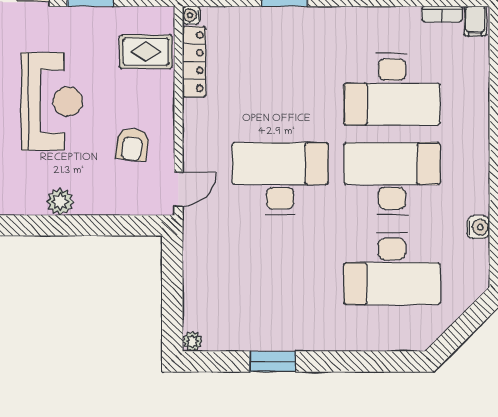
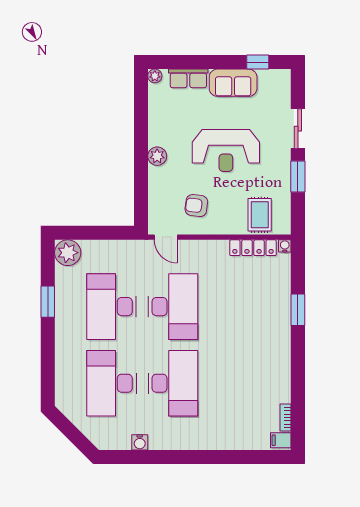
desk: (392, 89) -> (111, 307), moved
plant: (192, 341) -> (68, 253), width x1.88, depth x1.88

